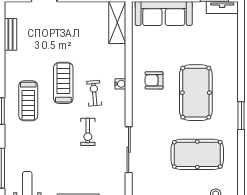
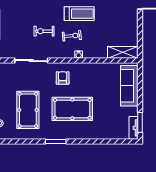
armchair: (154, 80) -> (63, 78), moved

